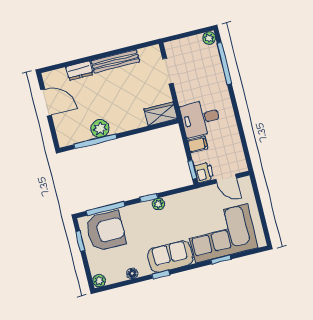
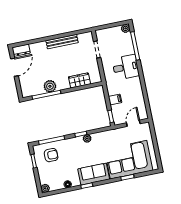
dresser: (79, 71) -> (21, 50), moved
door: (46, 102) -> (14, 67), hinge flipped
wardrobe: (161, 114) -> (79, 80), moved
desk: (201, 118) -> (126, 67), moved, turned 180
printer: (204, 173) -> (118, 119), removed
door: (226, 179) -> (133, 123), swing flipped
armchair: (106, 231) -> (51, 155), width x0.53, depth x0.53

